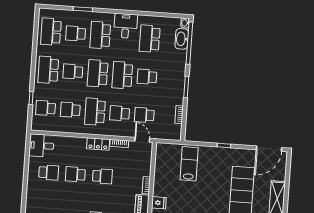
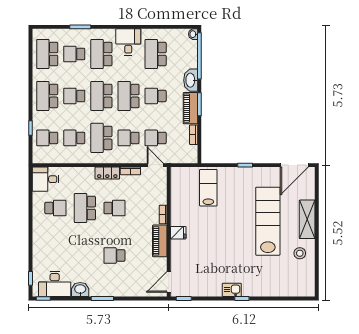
washbasin: (182, 39) -> (191, 80), moved
piano: (178, 90) -> (190, 108), added
school desk: (75, 174) -> (85, 208), width x1.85

